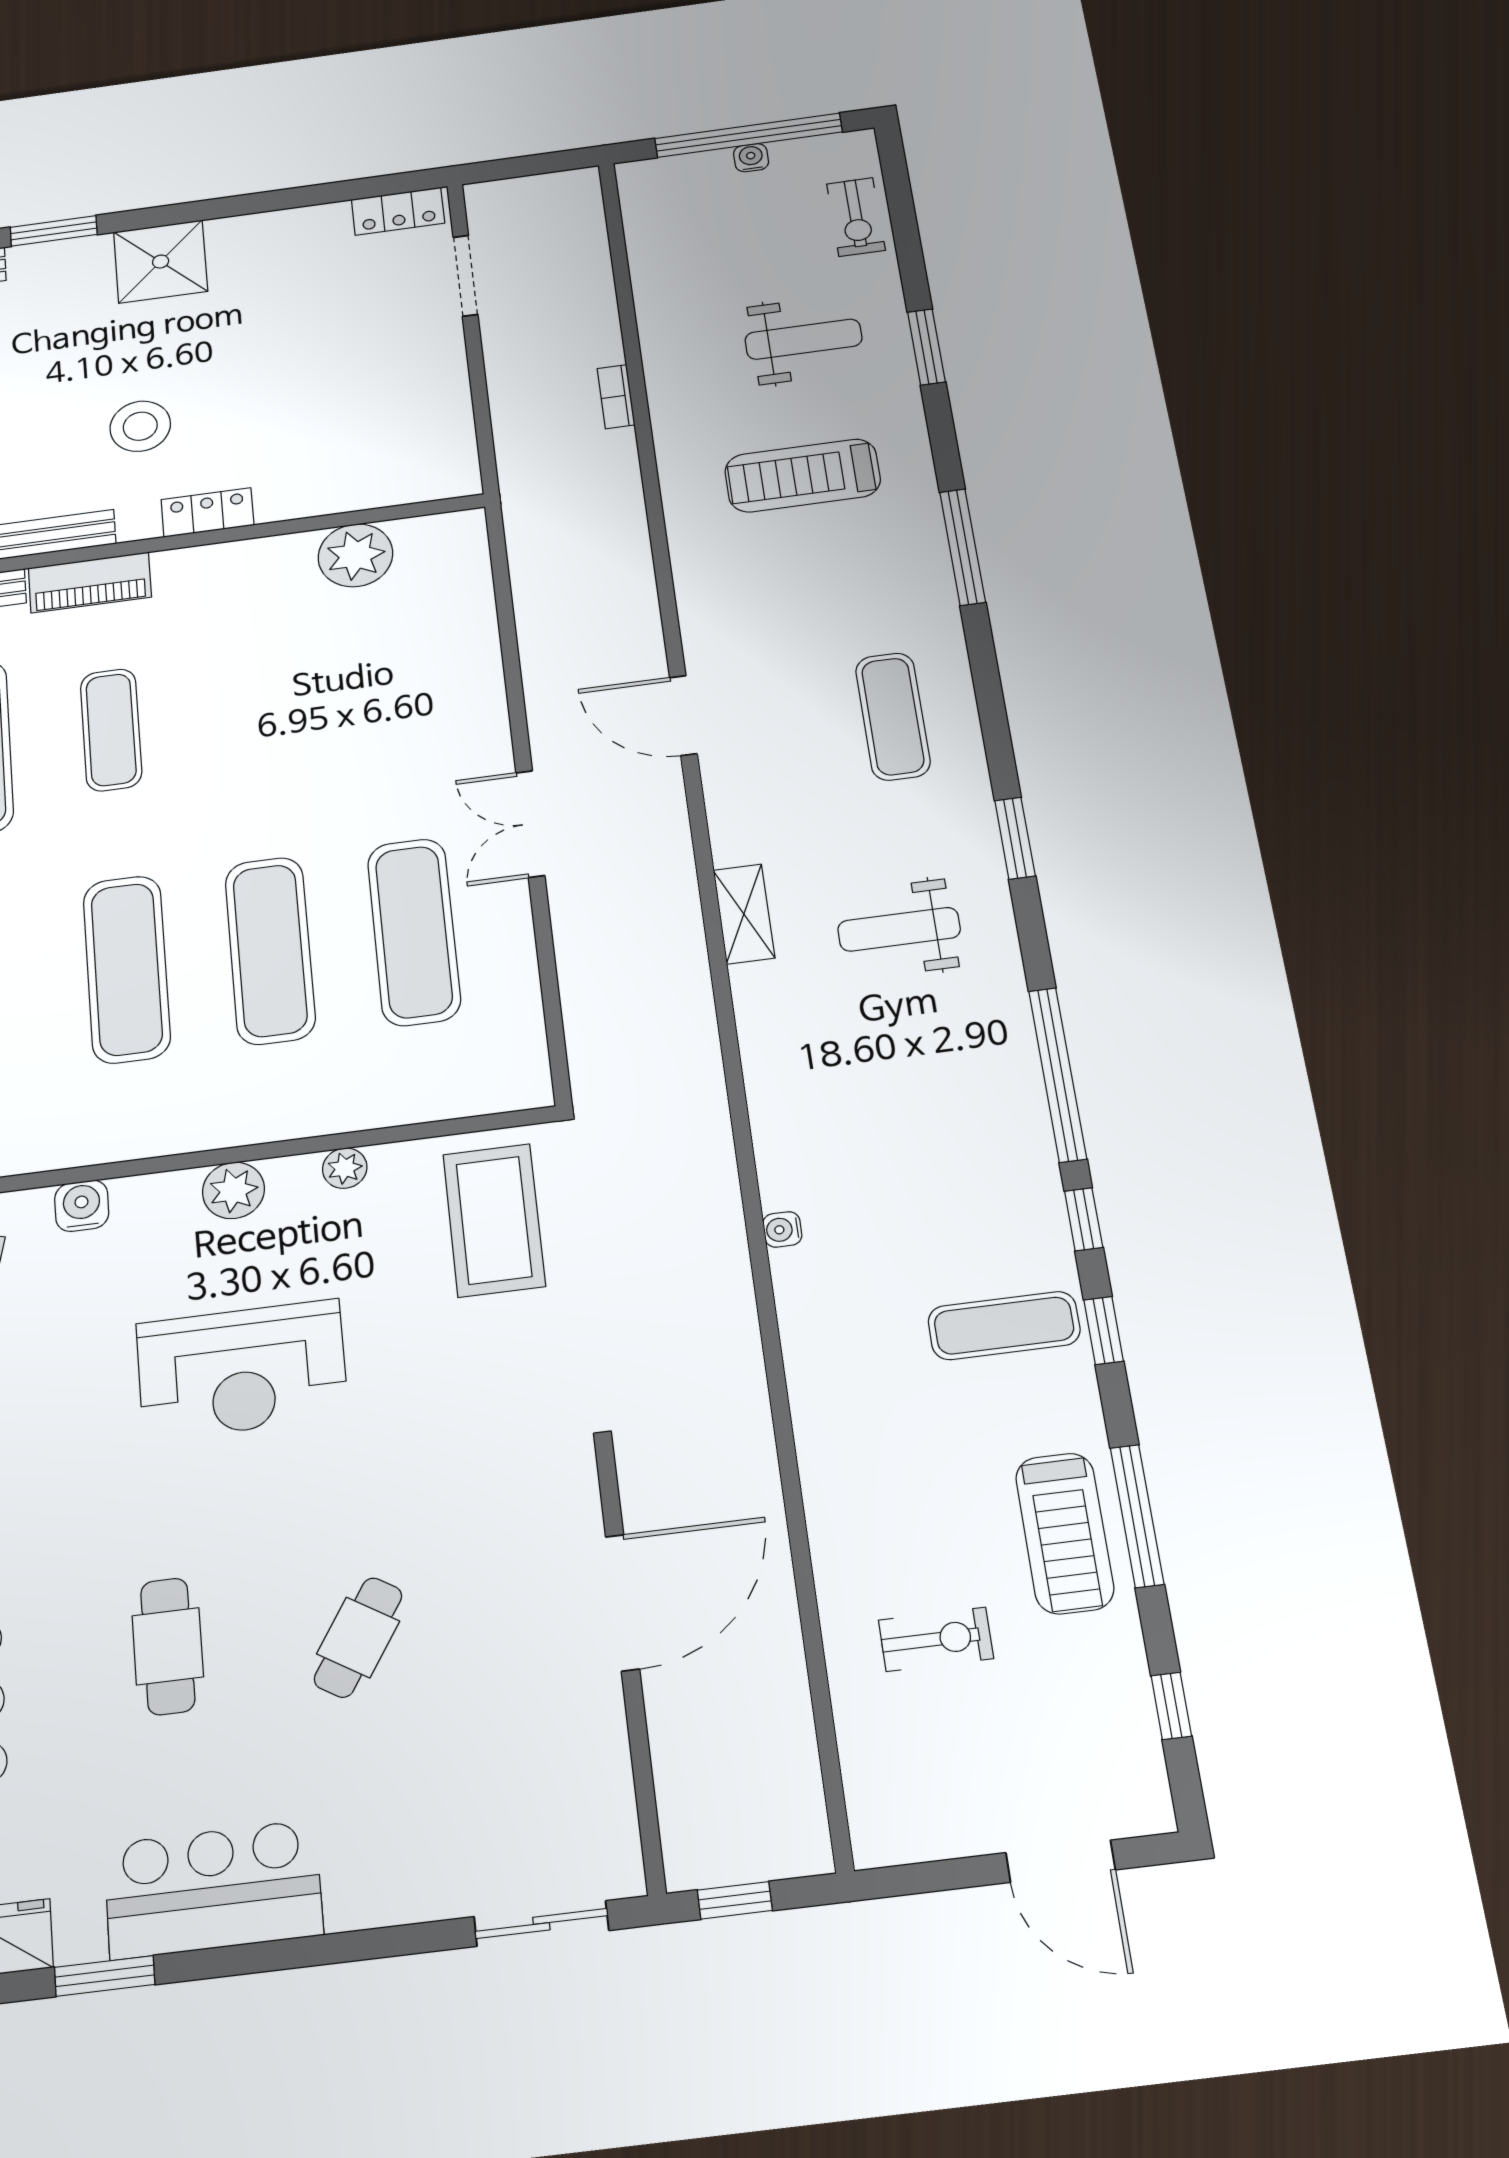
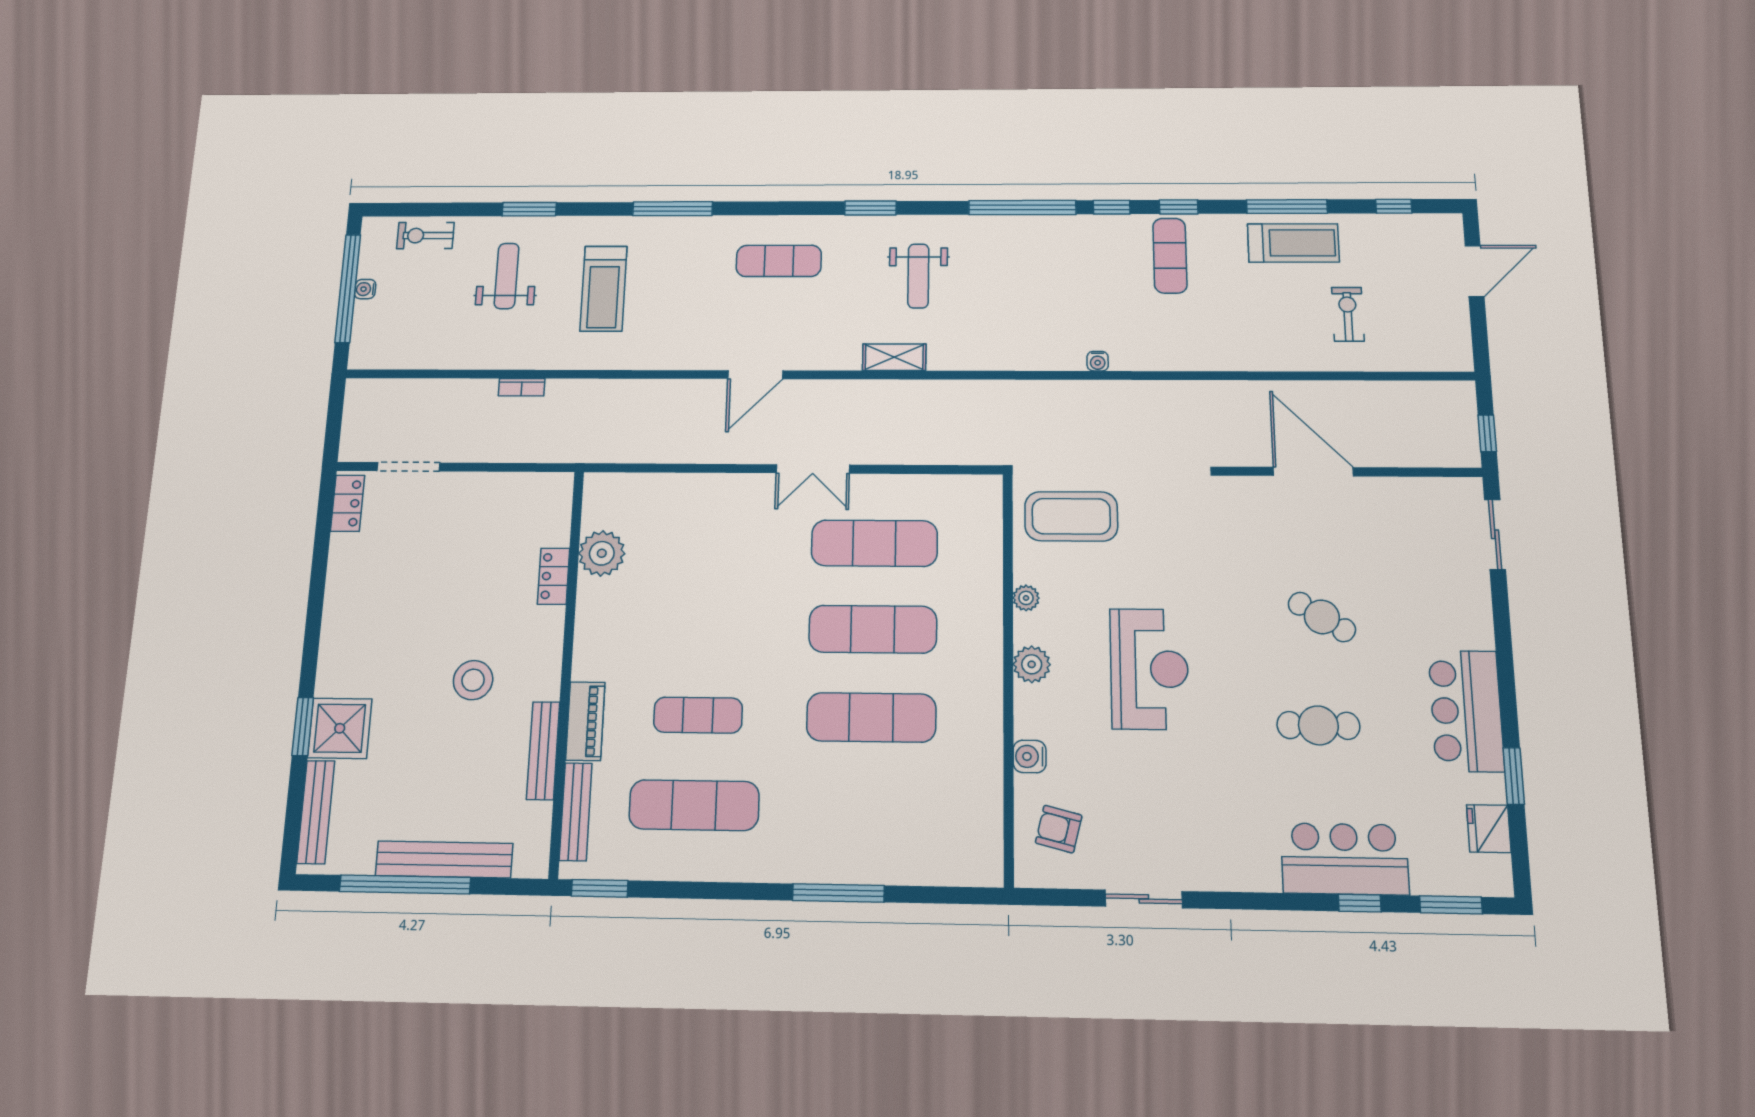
exercise bike: (856, 217) -> (425, 236), turned 180
shower: (161, 262) -> (340, 728), moved
locker: (207, 512) -> (554, 576), moved

